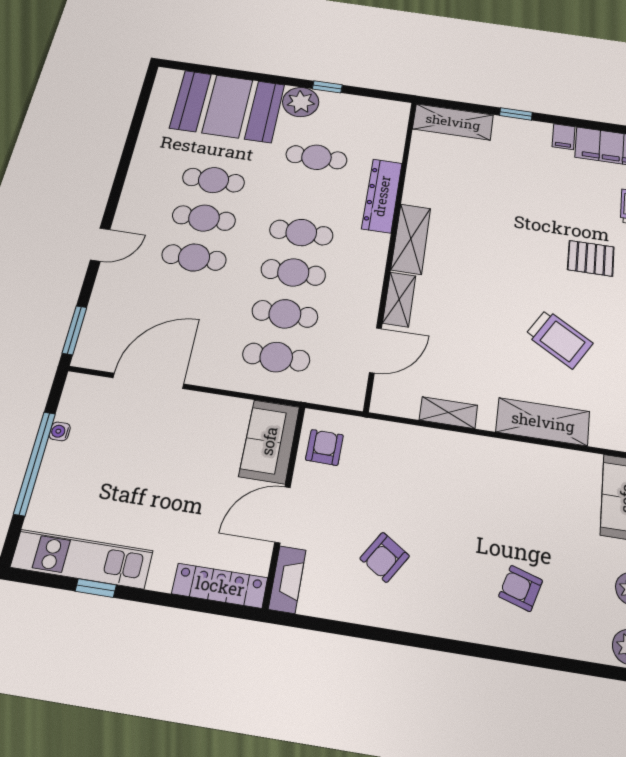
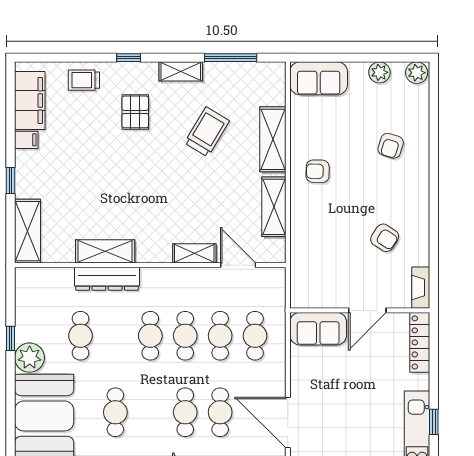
cafe table: (204, 218) -> (220, 412), moved
shelving: (411, 239) -> (105, 251), moved
shelving: (448, 413) -> (274, 207), width x1.50, depth x1.33
armchair: (324, 447) -> (318, 171), moved
door: (282, 515) -> (367, 310), hinge flipped
fireplace: (287, 579) -> (421, 288), moved, turned -90

